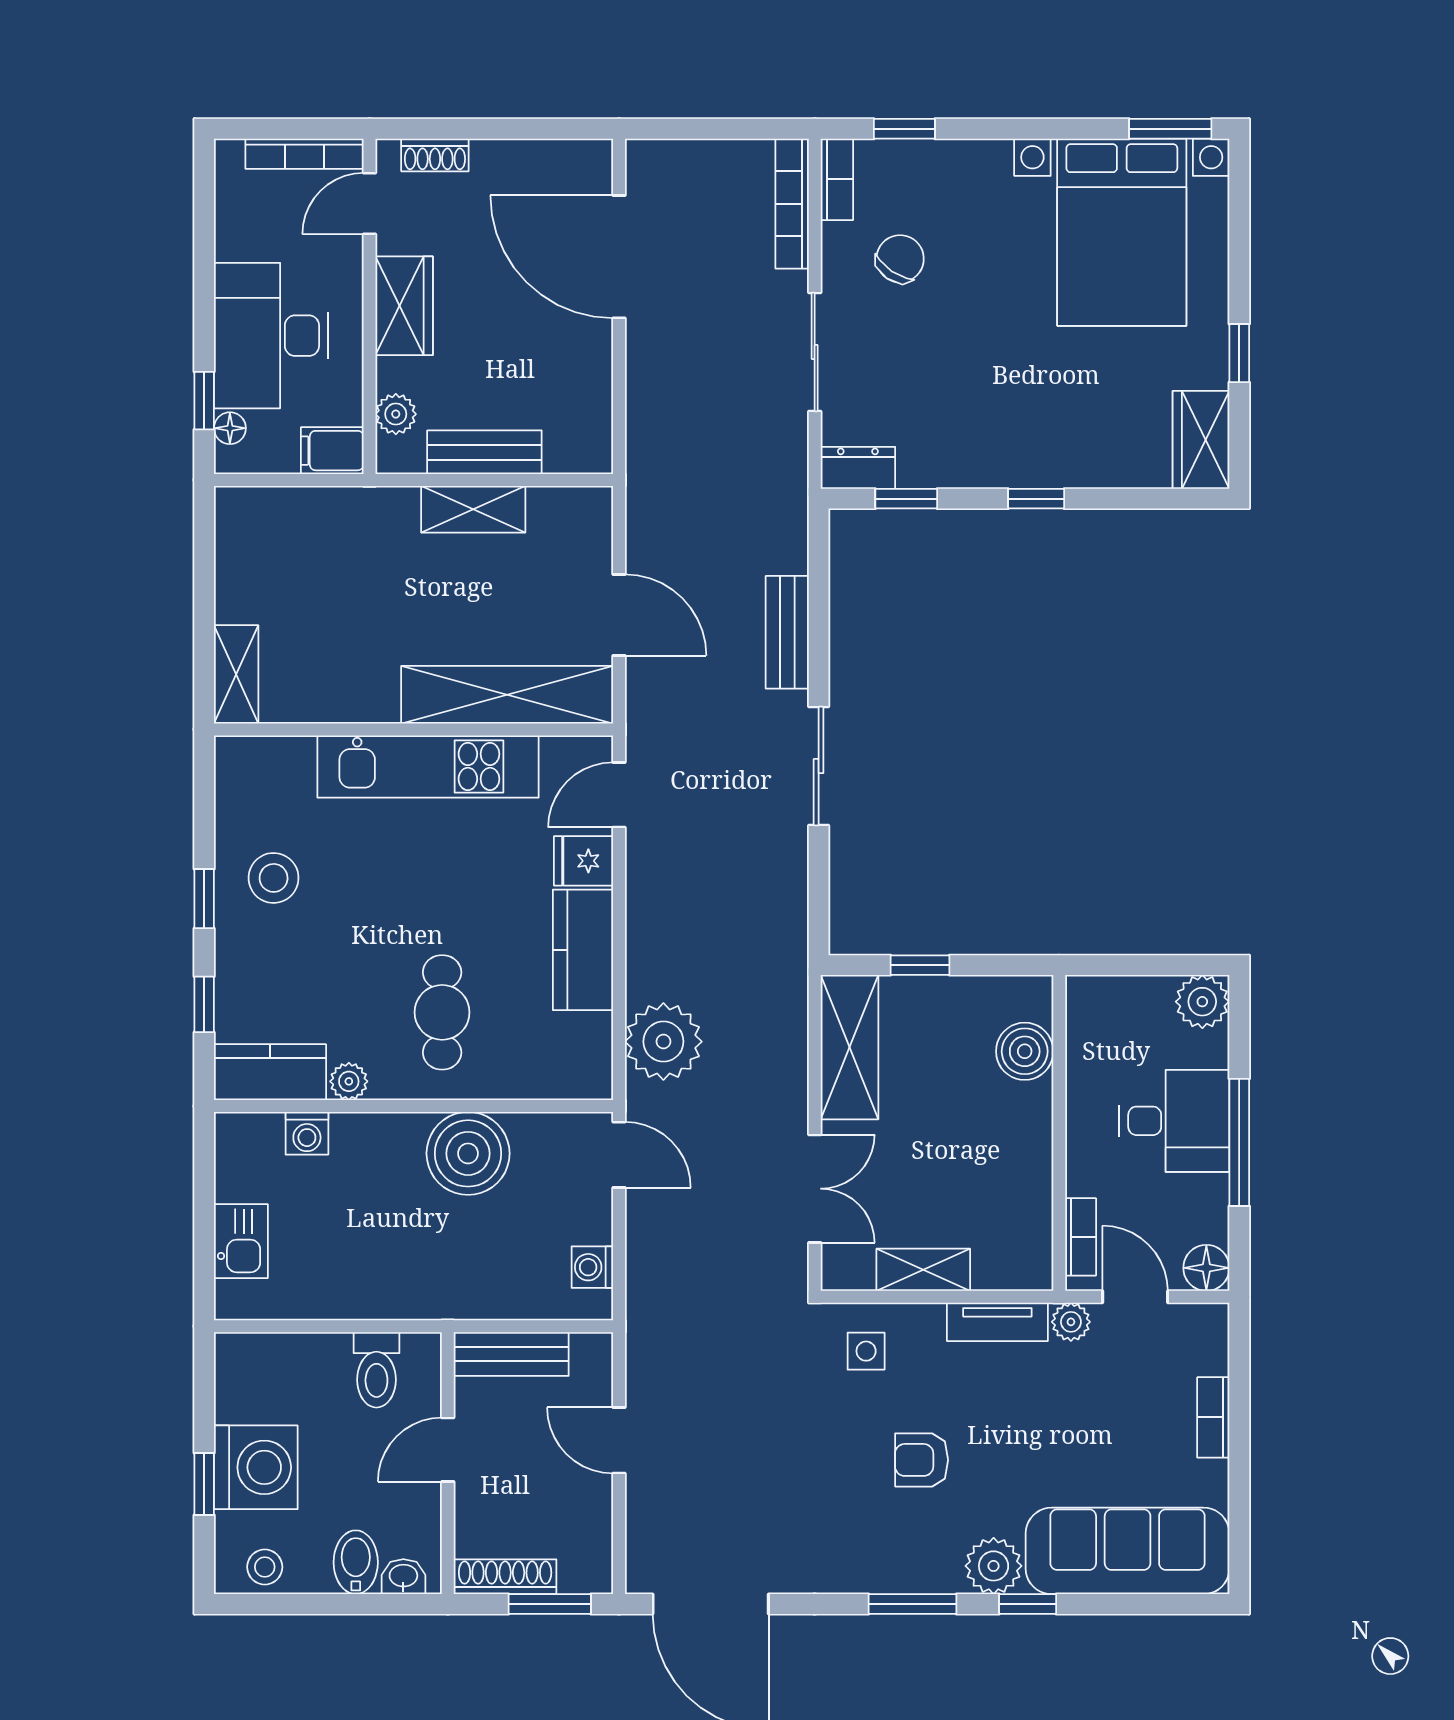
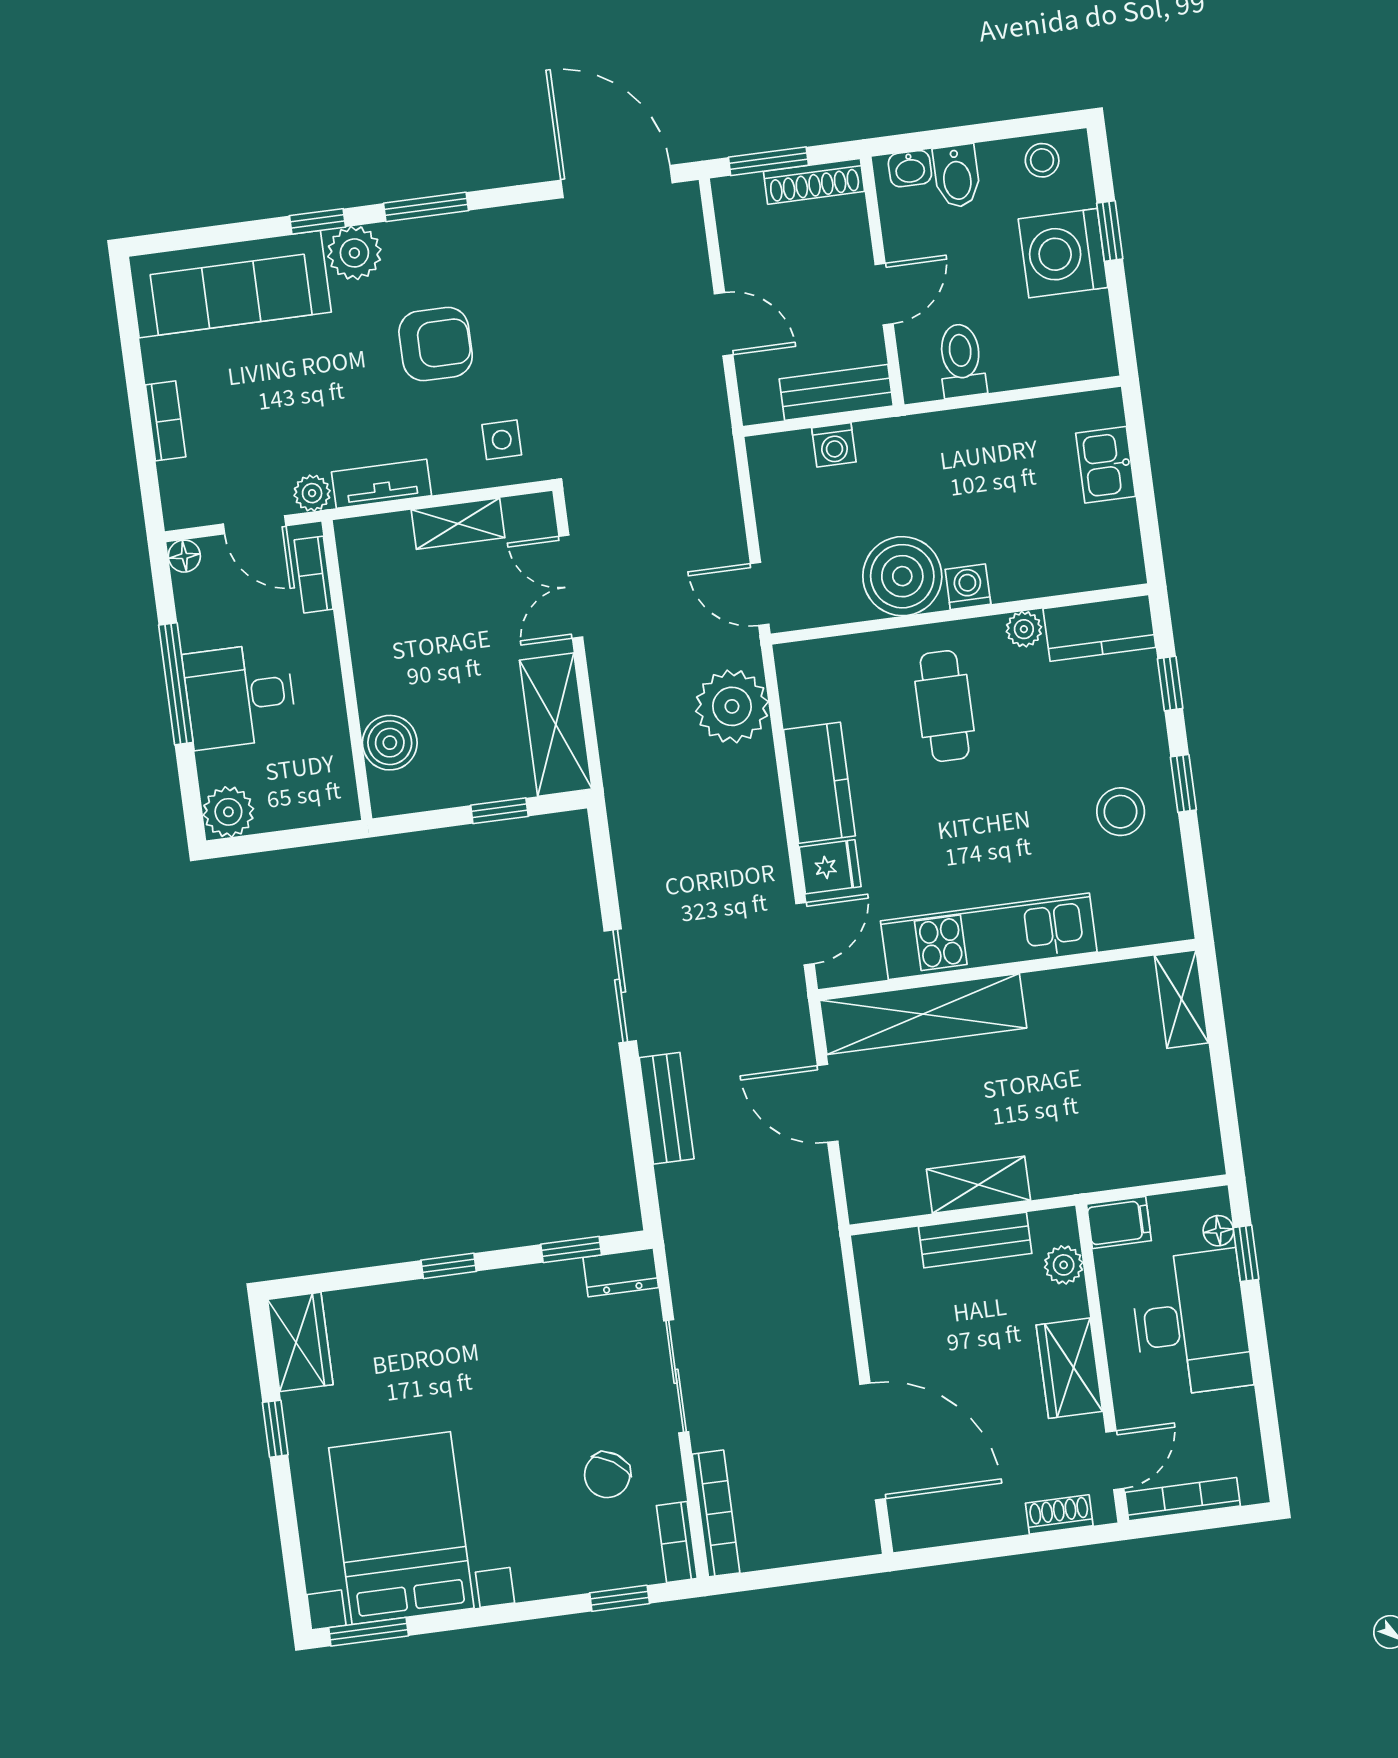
washing machine: (307, 1133) -> (968, 587), moved
washing machine: (592, 1267) -> (834, 445), moved, turned 90
floor lamp: (1206, 1268) -> (184, 556), width x0.73, depth x0.73
armchair: (922, 1460) -> (436, 344), width x1.38, depth x1.38

